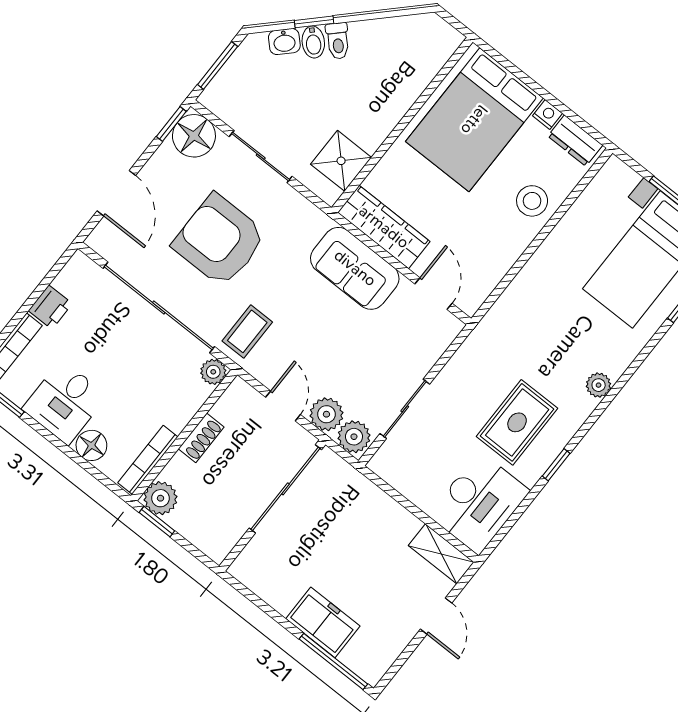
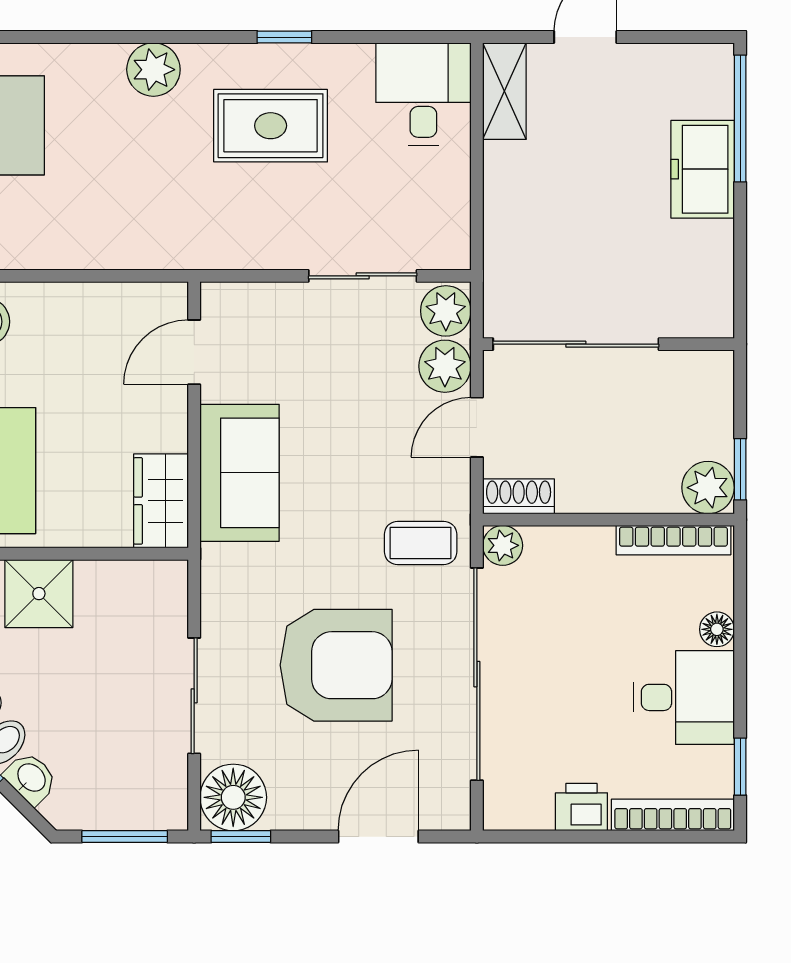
shower: (341, 161) -> (39, 594), moved
wardrobe: (384, 227) -> (161, 501), width x0.67
armchair: (219, 240) -> (336, 665), turned -90
plant: (599, 385) -> (153, 70), width x1.38, depth x1.38
shoe rack: (201, 438) -> (519, 496), moved
floor lamp: (91, 445) -> (717, 629), width x0.73, depth x0.73
desk: (479, 503) -> (423, 94), width x0.73

